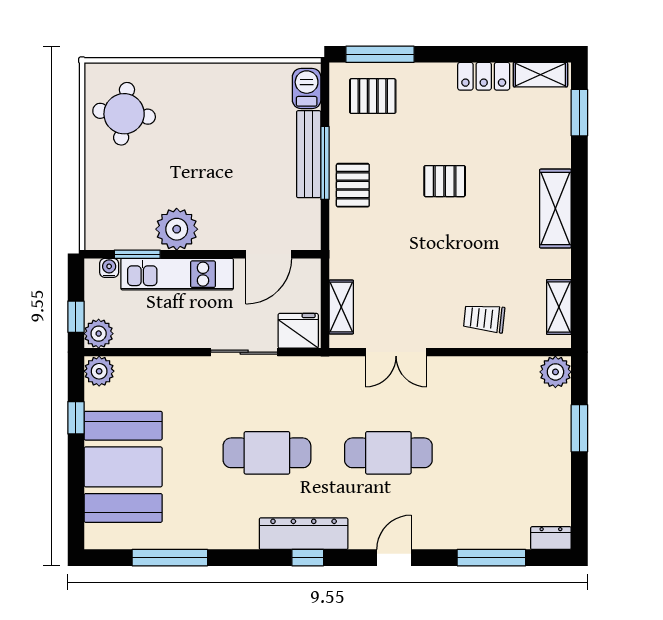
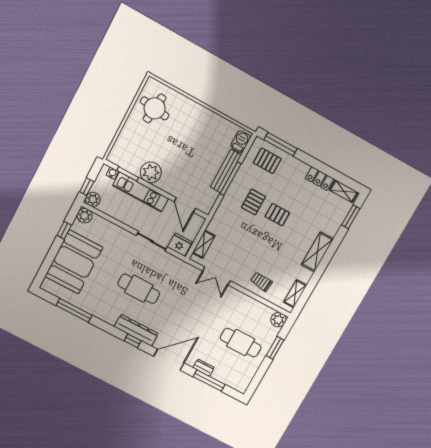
pallet: (353, 185) -> (253, 202), moved
door: (269, 254) -> (185, 205), hinge flipped
cafe table: (388, 453) -> (241, 343), moved
dresser: (551, 538) -> (204, 368), moved
door: (394, 558) -> (169, 360), width x1.88

